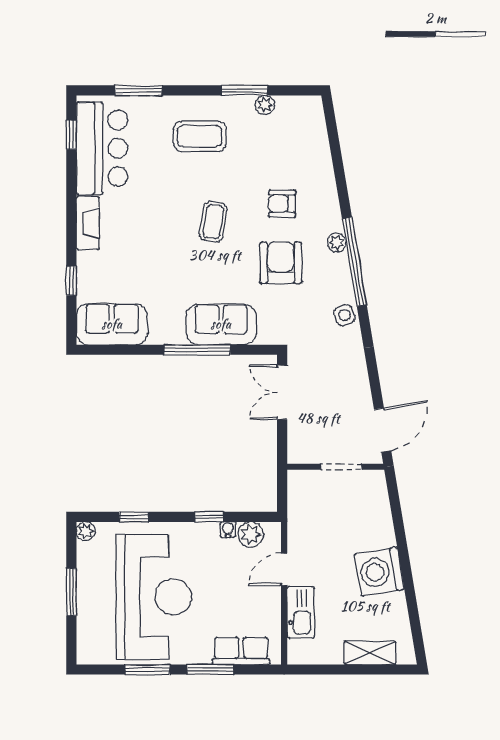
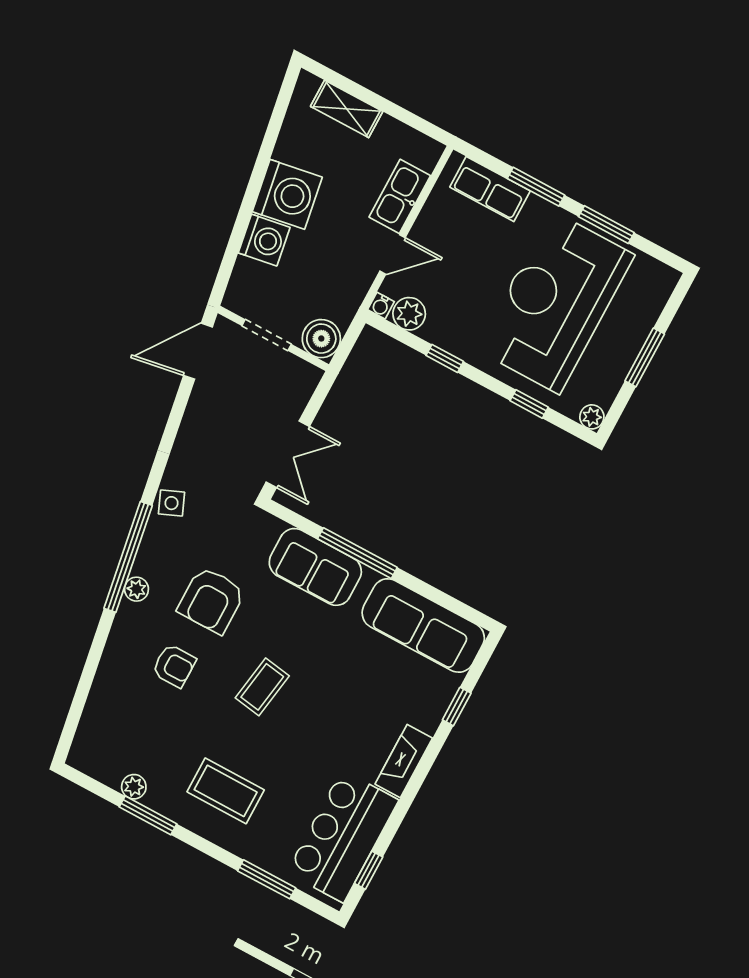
sofa: (112, 324) -> (423, 625), width x1.36
boiler: (302, 485) -> (321, 339), added
water cooler: (228, 530) -> (381, 306), moved
washing machine: (378, 531) -> (264, 240), added

